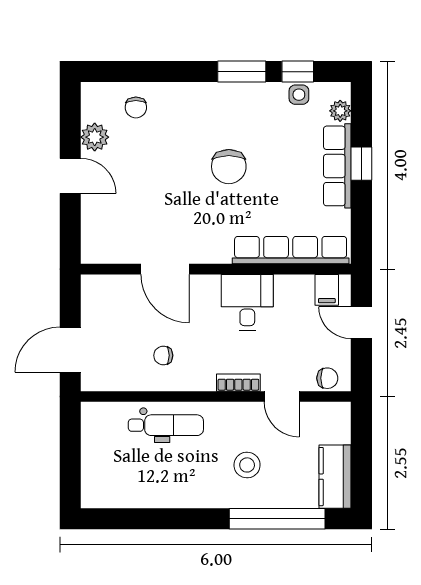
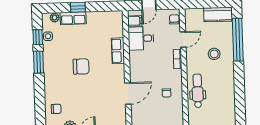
row of seats: (337, 166) -> (73, 18), width x0.68
row of seats: (291, 250) -> (118, 51), width x0.50
desk: (247, 302) -> (141, 38), moved

